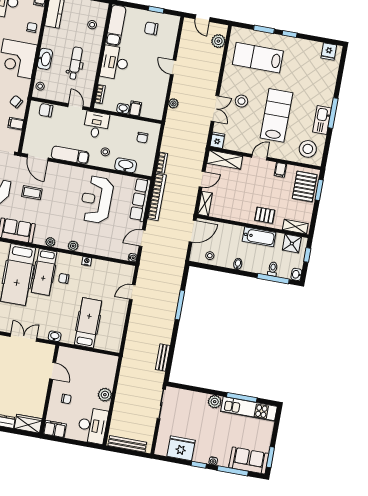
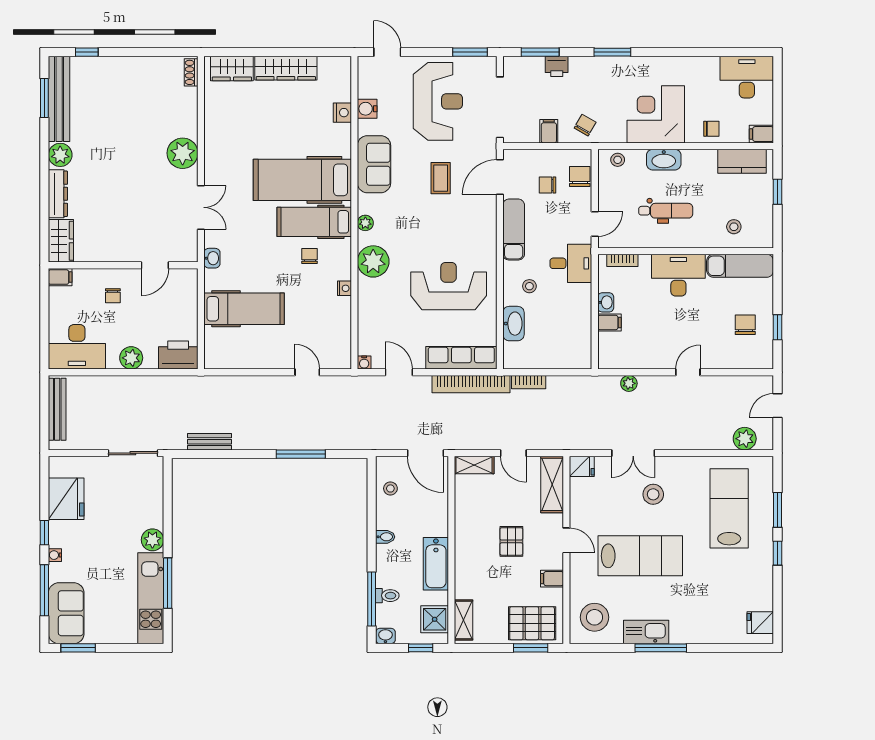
chair: (142, 138) -> (548, 185), moved
pallet: (265, 215) -> (511, 541), moved
plant: (73, 246) -> (373, 261), width x1.87, depth x1.87
printer: (108, 367) -> (178, 355), added
filing cabinet: (55, 429) -> (60, 277), width x0.50

